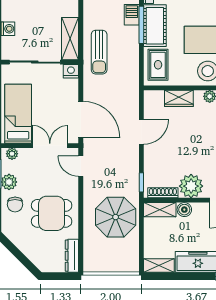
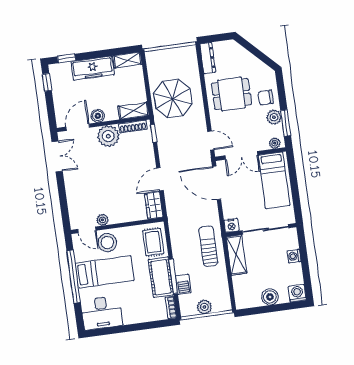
wardrobe: (179, 98) -> (154, 205), moved, turned -90
chair: (15, 204) -> (266, 97), turned -90
boiler: (184, 210) -> (98, 116), moved

